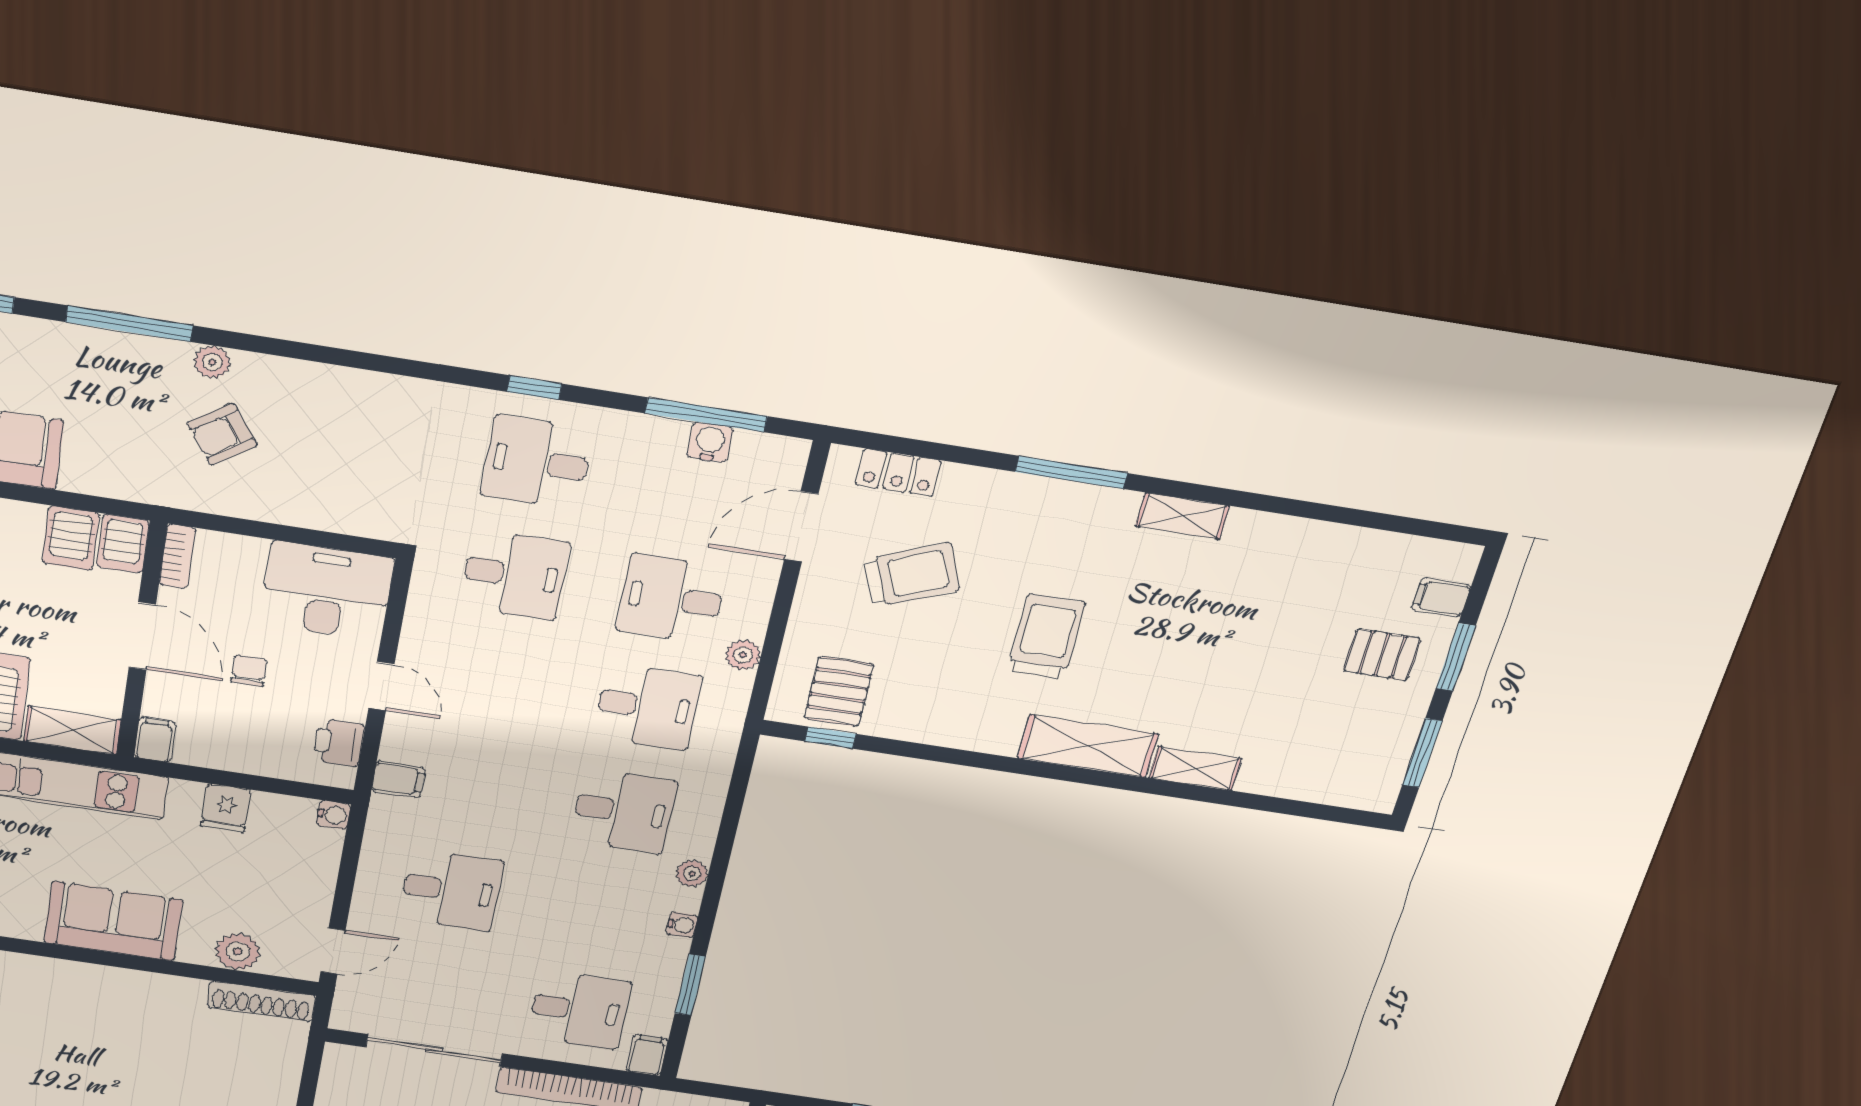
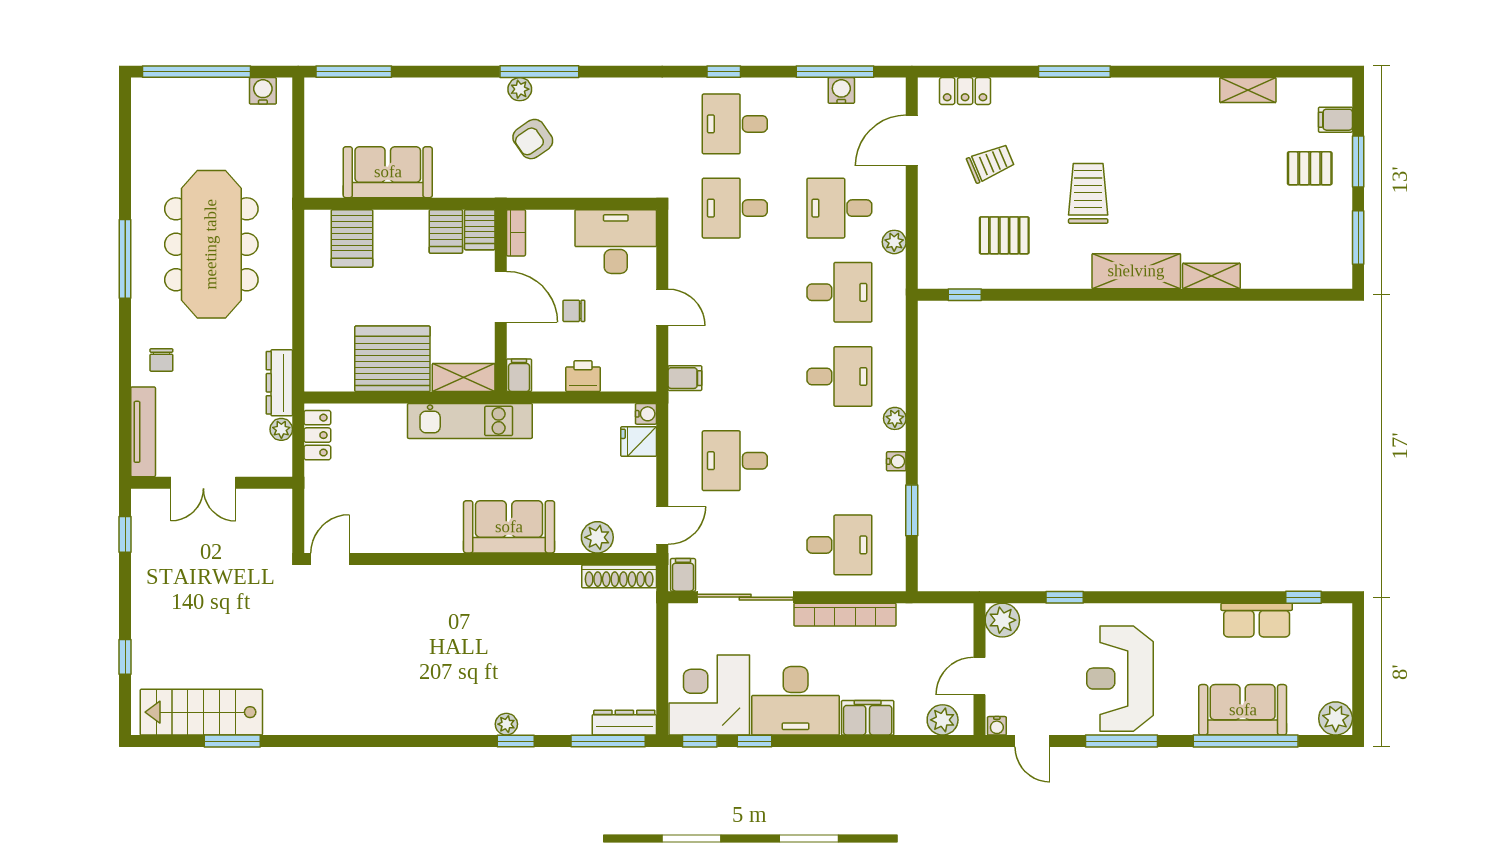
window: (129, 324) -> (539, 72), moved
shelving: (1182, 516) -> (1248, 90), moved
desk: (514, 575) -> (735, 208), turned 180
trolley: (912, 575) -> (991, 163), width x0.73, depth x0.72
chair: (249, 671) -> (574, 311), turned -90
pallet: (839, 691) -> (1004, 235), moved, turned 90
printer: (339, 743) -> (583, 376), moved, turned 90
fridge: (226, 808) -> (639, 442), moved, turned 90
desk: (451, 890) -> (735, 461), turned 180
filing cabinet: (647, 1055) -> (683, 575), moved

